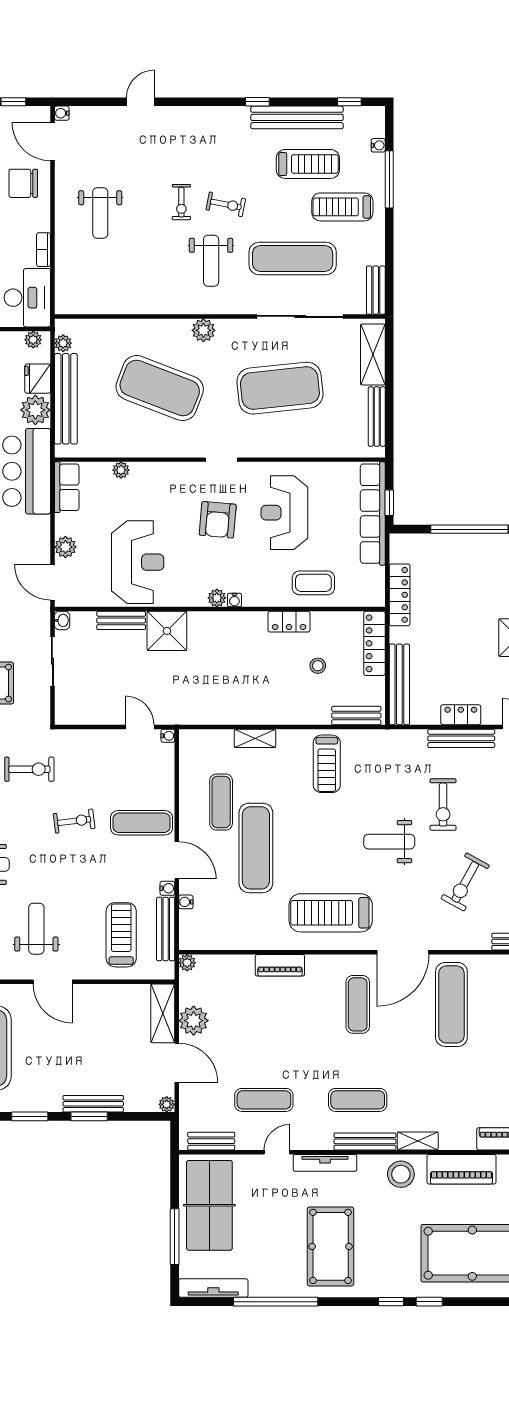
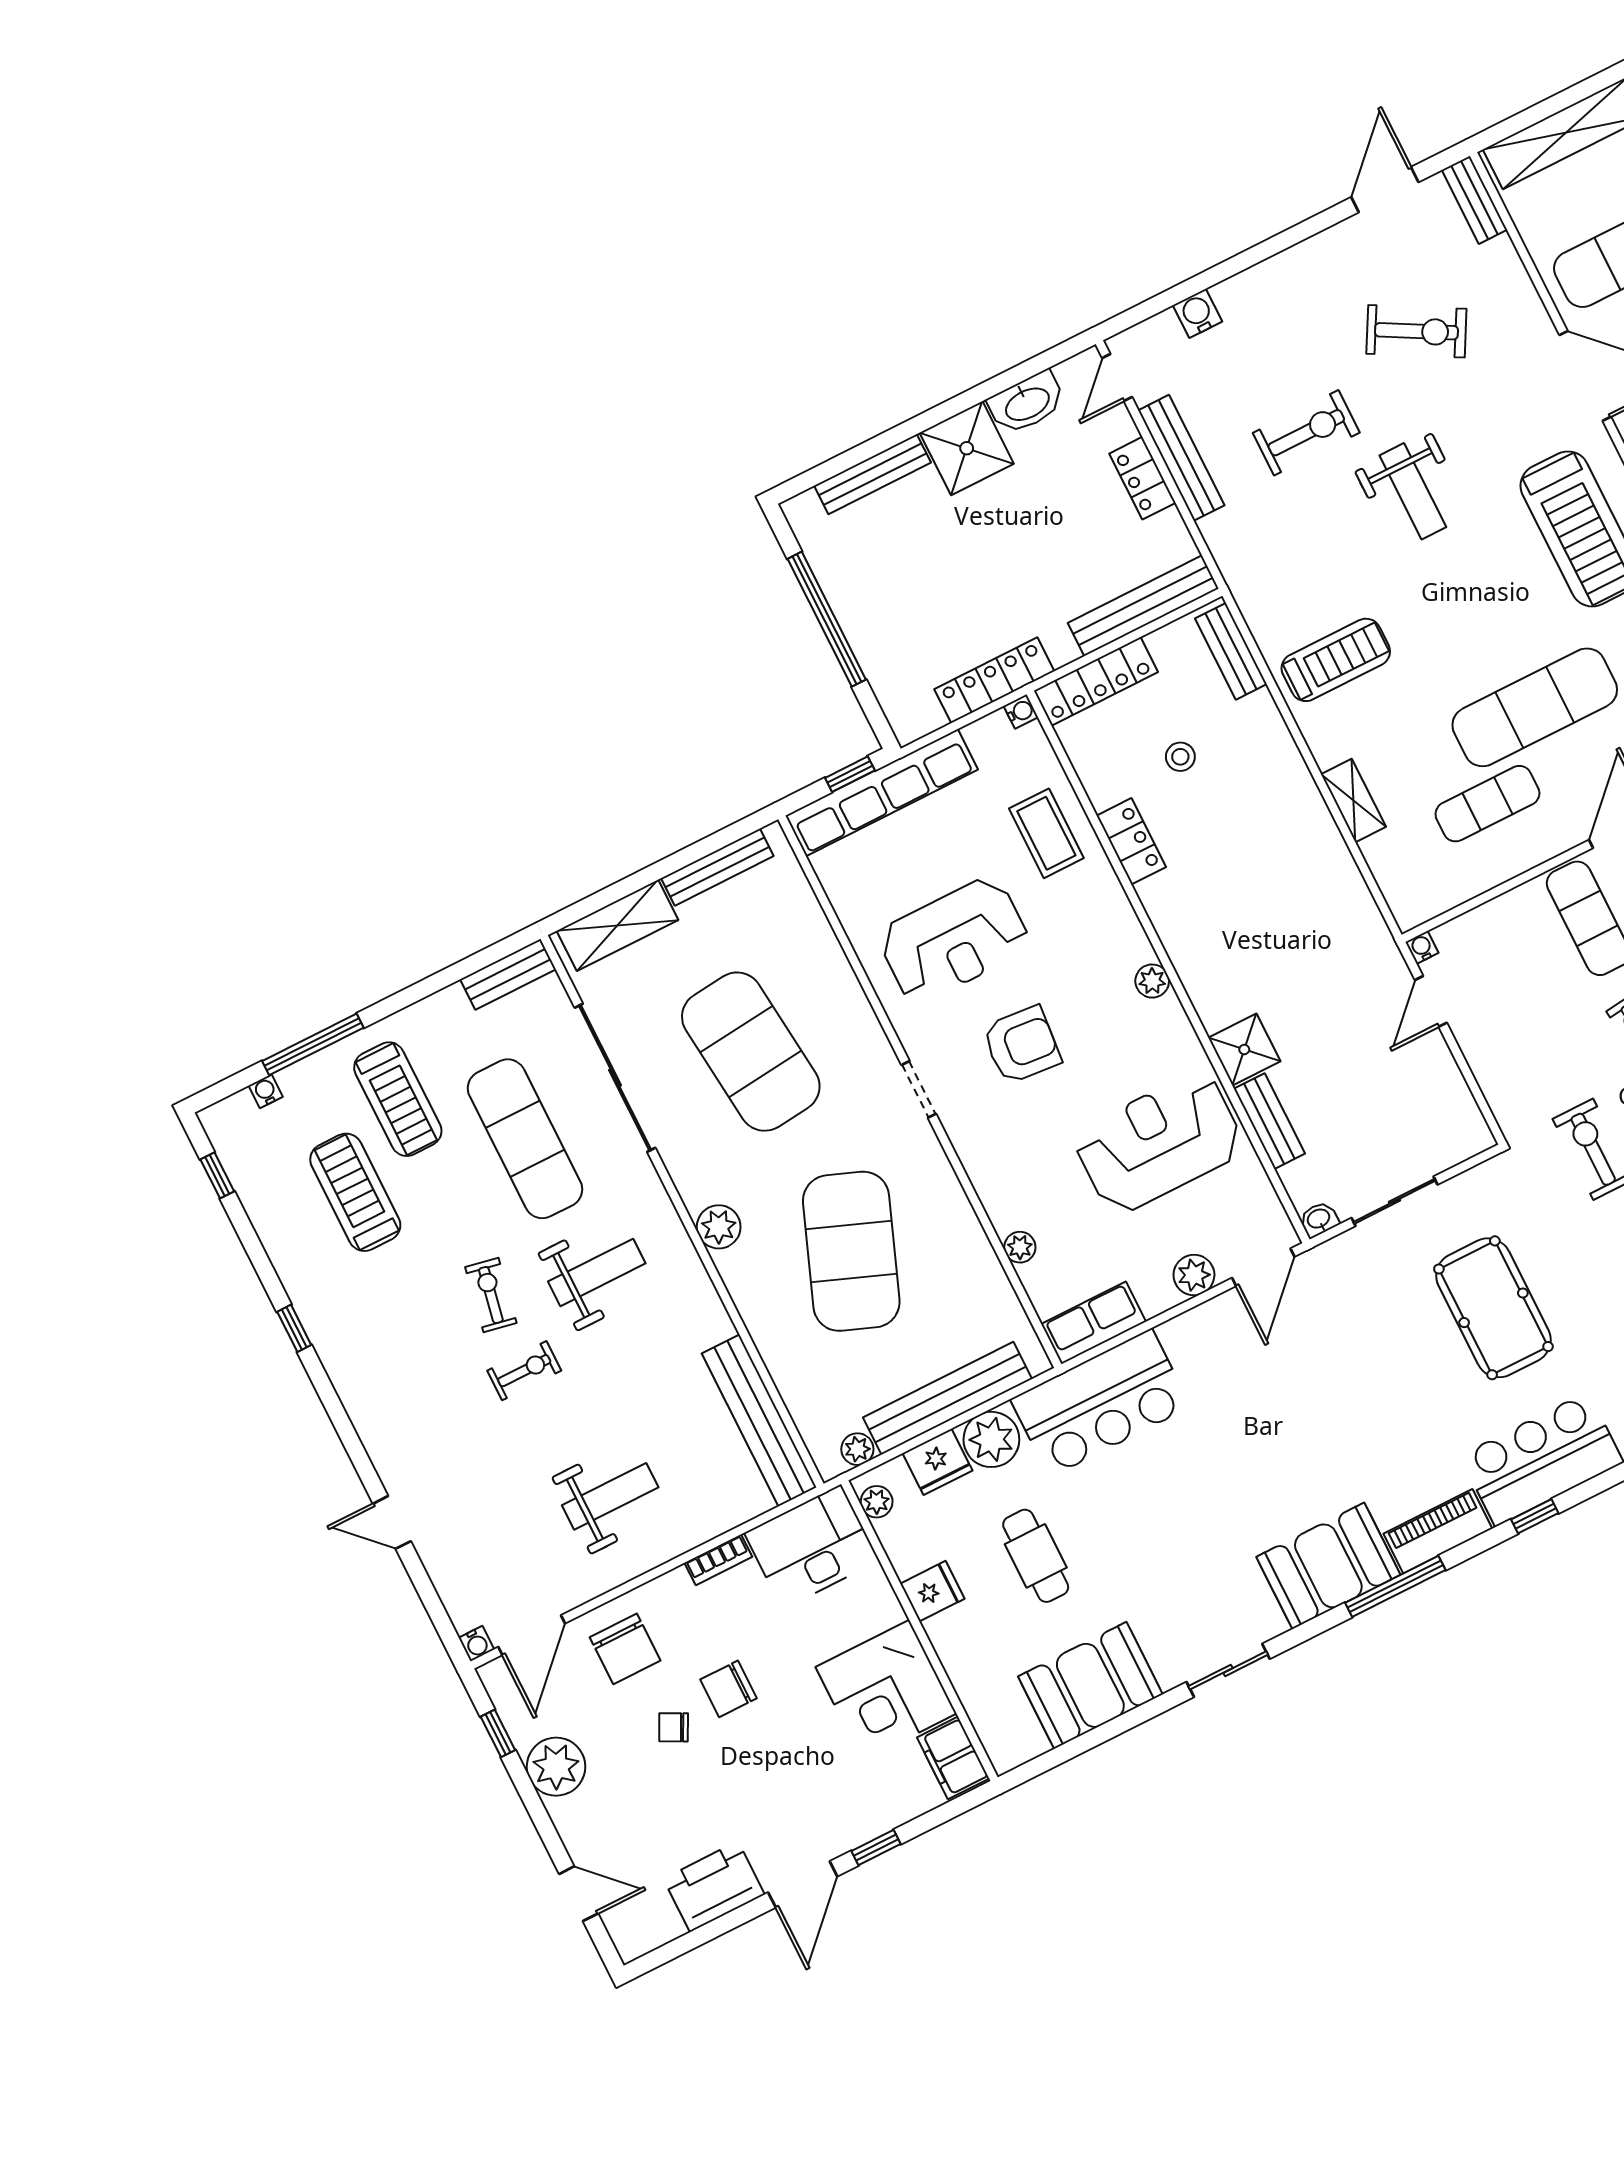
bench: (297, 117) -> (759, 1420), moved
water cooler: (234, 600) -> (1021, 712), moved
shower: (167, 631) -> (1244, 1050), width x0.73, depth x0.73

